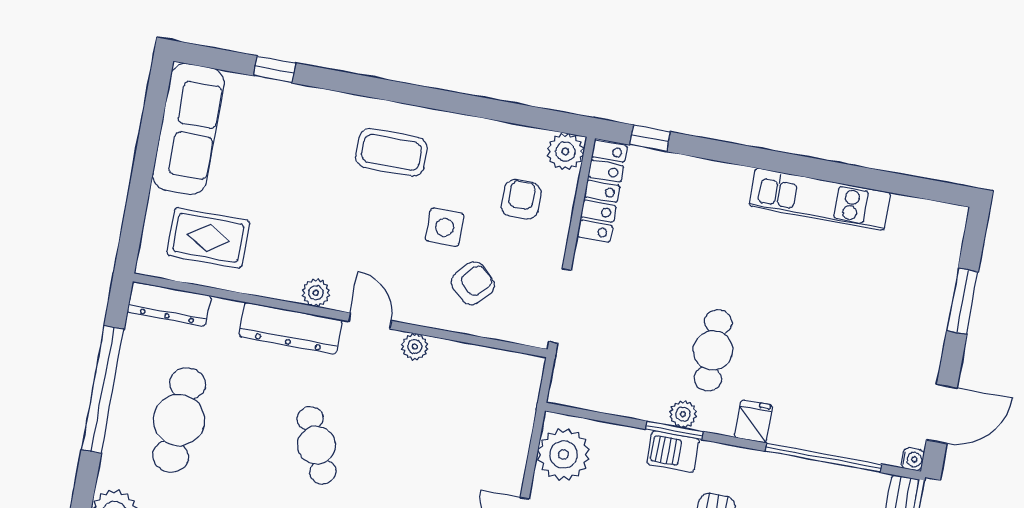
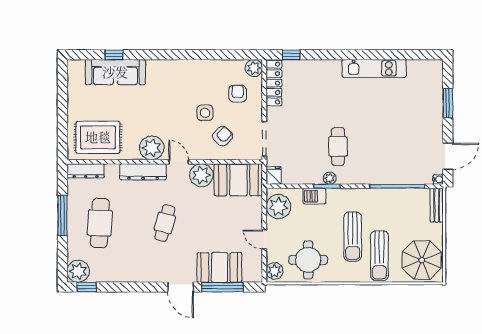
sofa: (188, 129) -> (115, 72), moved, turned 90
coffee table: (392, 152) -> (174, 83), removed
rug: (208, 238) -> (98, 137), width x1.36, depth x1.43
plant: (316, 293) -> (152, 148), width x1.88, depth x1.88
plant: (415, 347) -> (201, 175), width x1.87, depth x1.87
booth: (489, 382) -> (238, 180), added
window: (103, 389) -> (62, 215), width x0.68
fridge: (754, 421) -> (274, 175), moved
cafe table: (316, 445) -> (165, 223), turned 39
barbecue: (673, 452) -> (314, 196), moved

